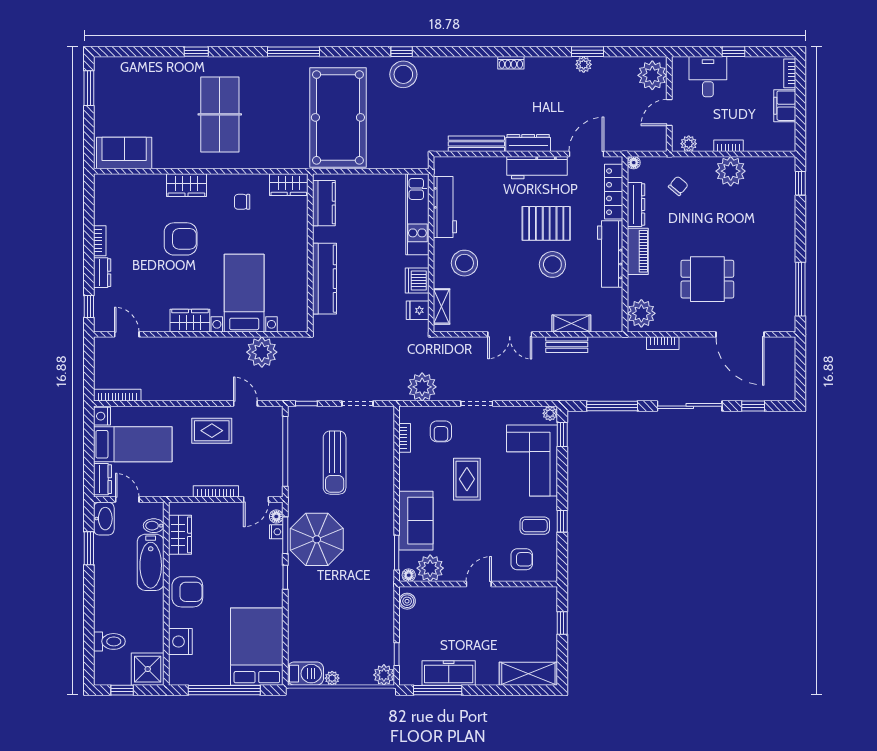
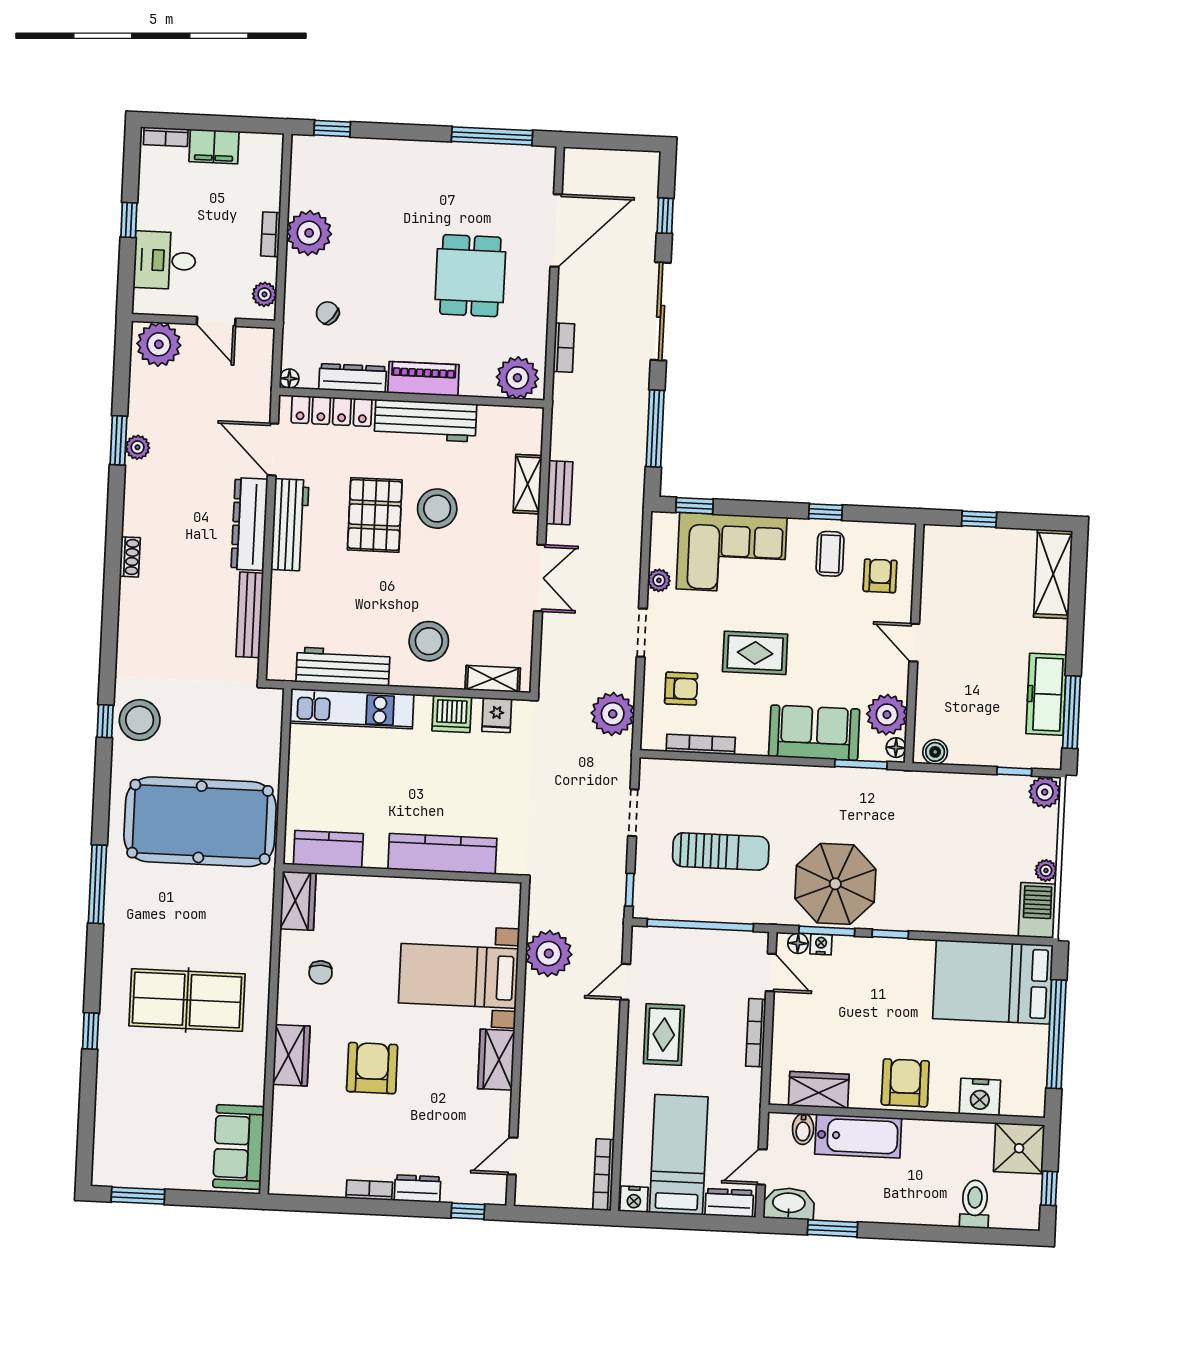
dresser: (528, 143) -> (249, 524), width x1.37, depth x1.24
plant: (550, 413) -> (659, 580), moved
bookcase: (405, 438) -> (701, 744), width x1.56

